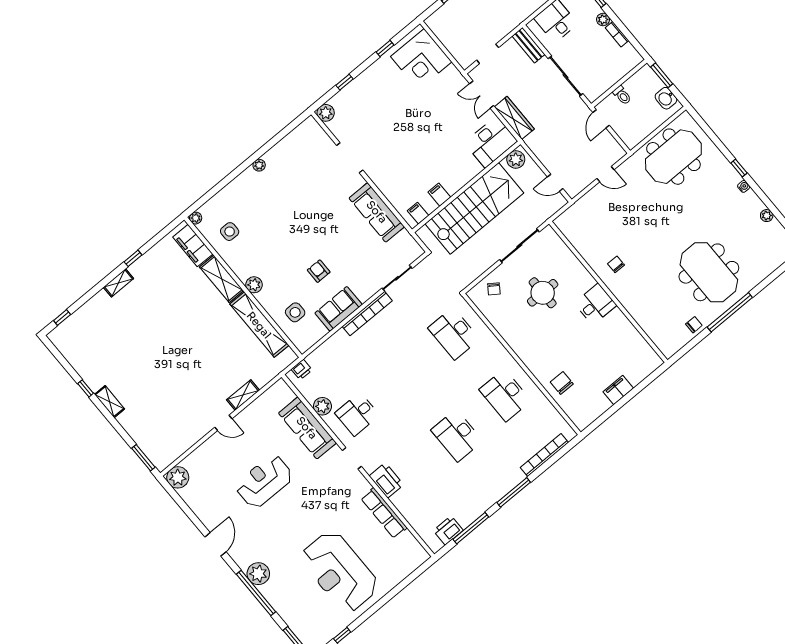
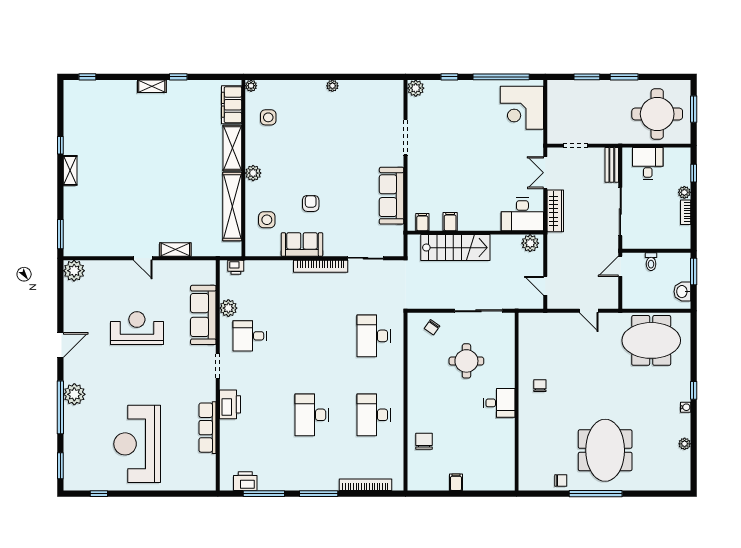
window: (385, 48) -> (501, 77), width x3.17
stairs: (474, 208) -> (455, 248), width x0.73, depth x0.66
filing cabinet: (618, 390) -> (456, 482), width x0.50

